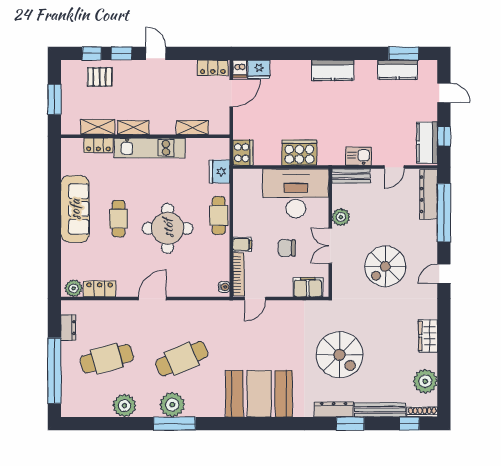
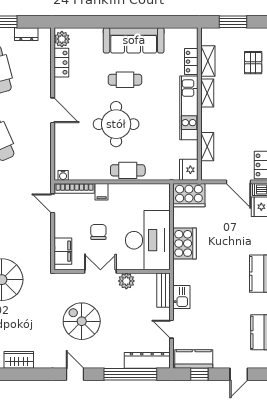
cooker: (243, 153) -> (189, 195), width x1.37, depth x1.31
fridge: (220, 172) -> (189, 170), moved, turned -90

